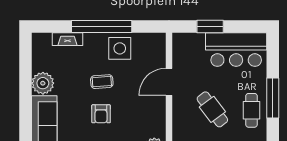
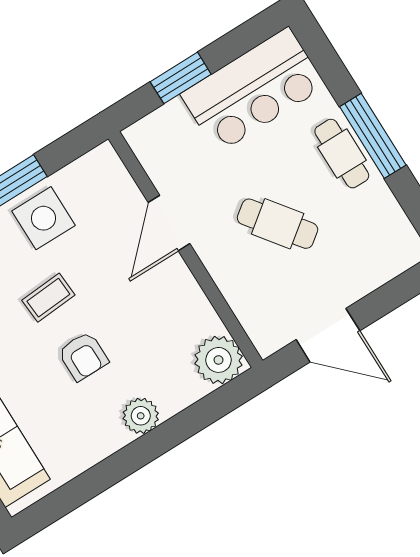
cafe table: (251, 110) -> (342, 154), moved

